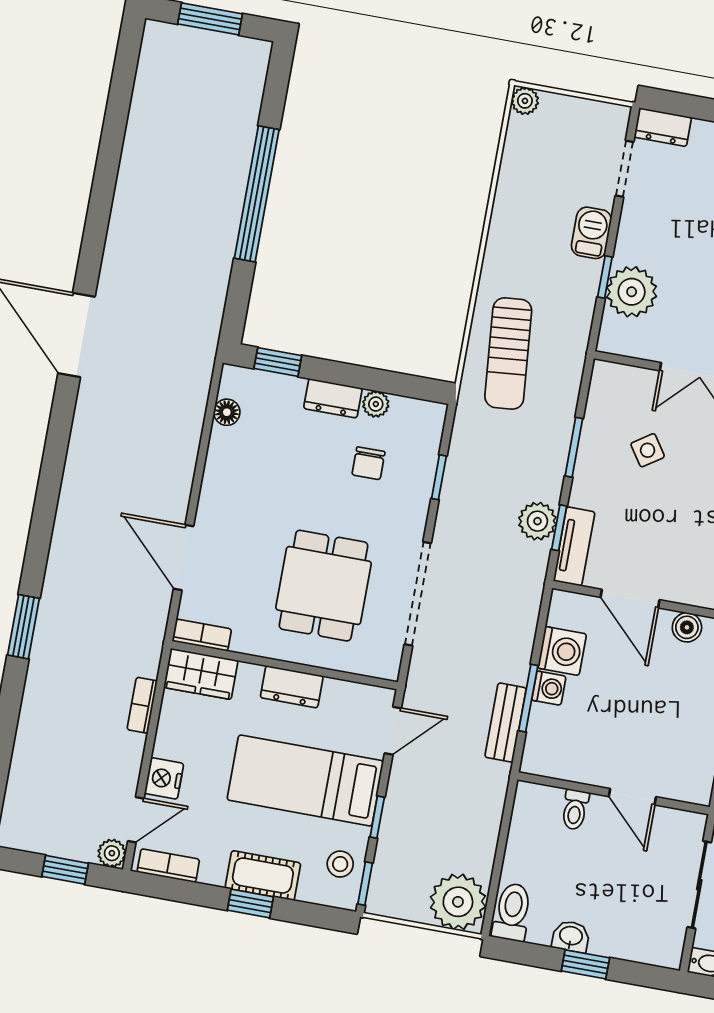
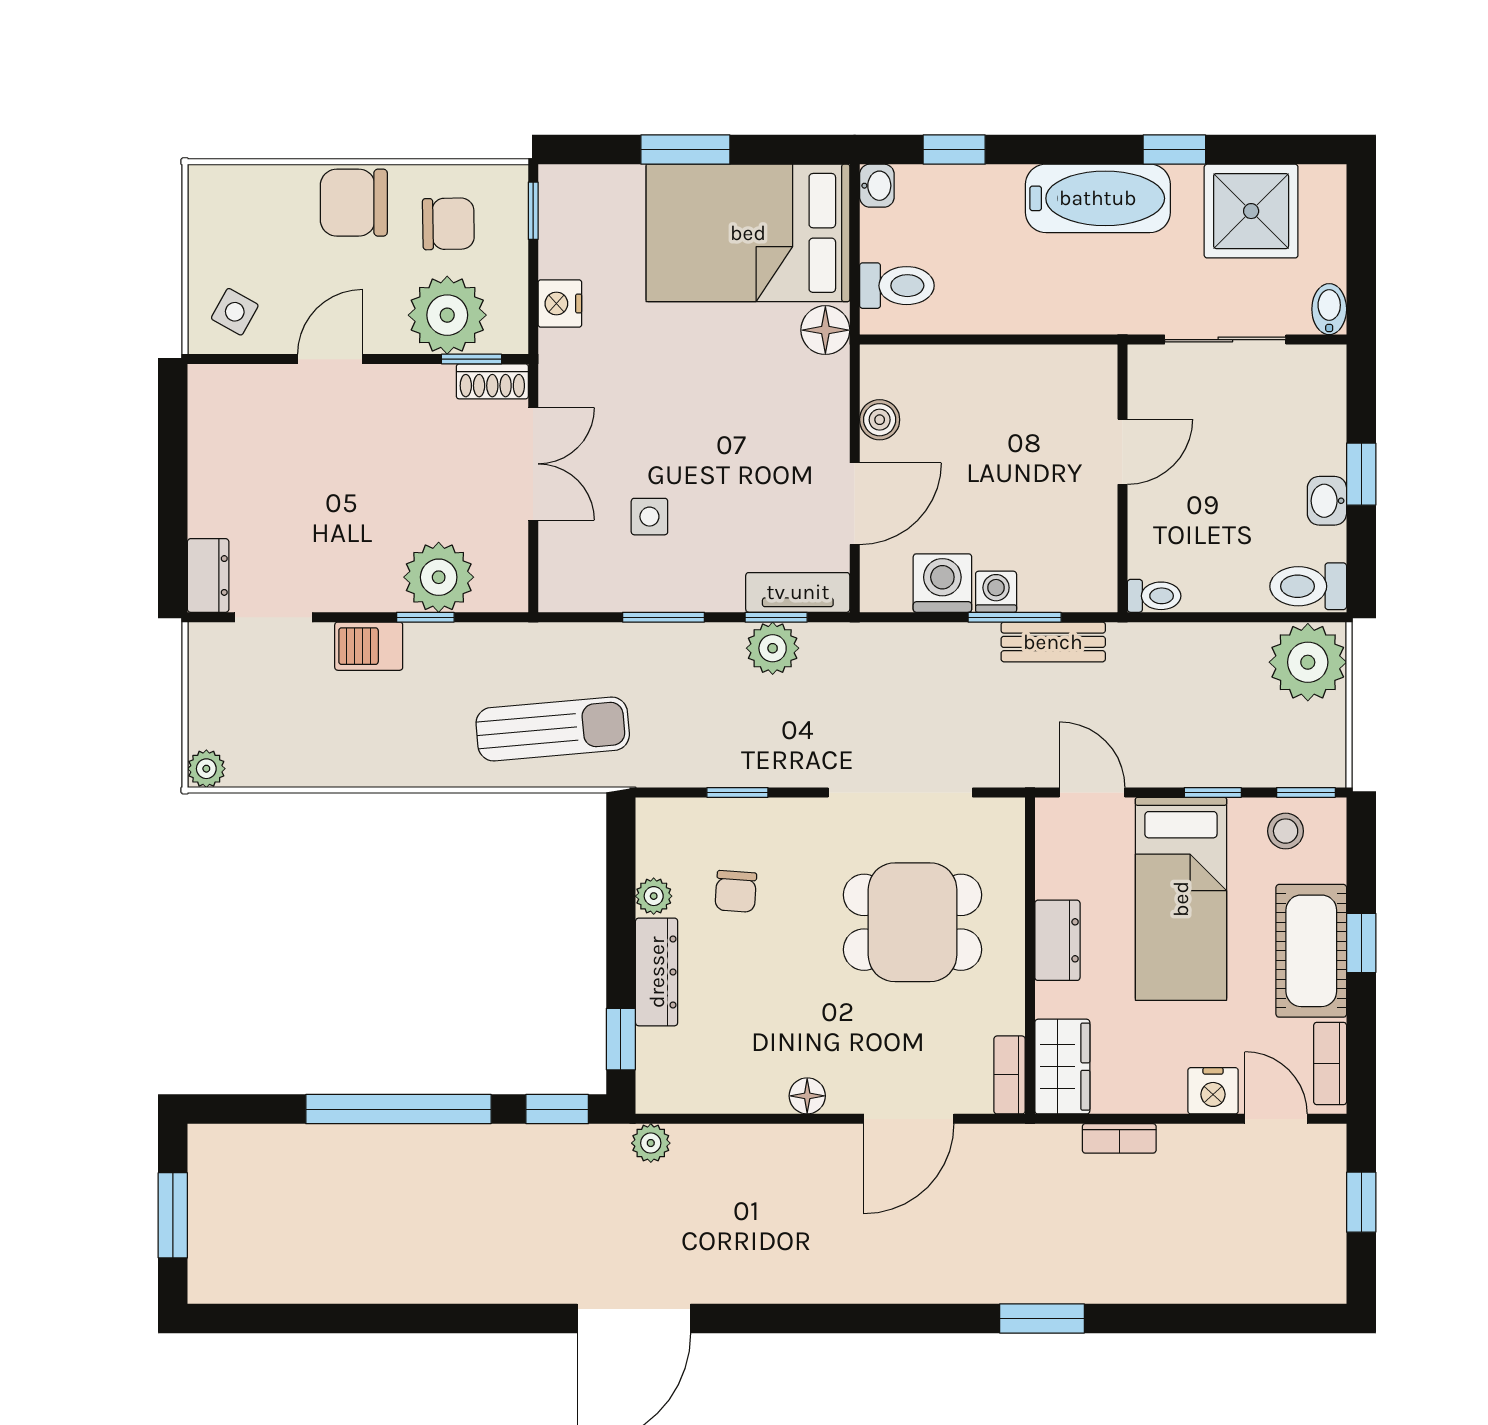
window: (236, 307) -> (557, 1109), added
dresser: (333, 398) -> (657, 972), width x1.44
floor lamp: (227, 412) -> (807, 1096), moved
side table: (648, 450) -> (649, 517), turned 34
chair: (368, 463) -> (736, 891), turned 94
toilet: (575, 810) -> (1154, 596), moved
plant: (112, 853) -> (651, 1143), moved
cot: (263, 876) -> (1311, 951), width x1.37, depth x1.34

